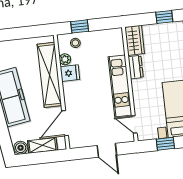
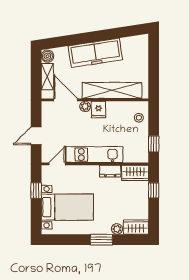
window: (164, 17) -> (154, 190), moved
window: (80, 26) -> (154, 144), moved
plant: (65, 59) -> (85, 106), moved
fridge: (70, 73) -> (98, 110), moved

